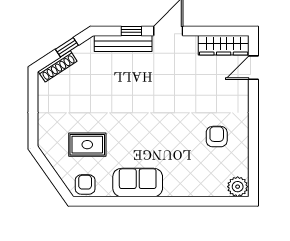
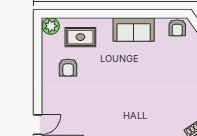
rug: (87, 145) -> (80, 37), moved

